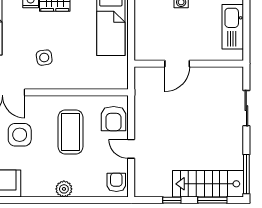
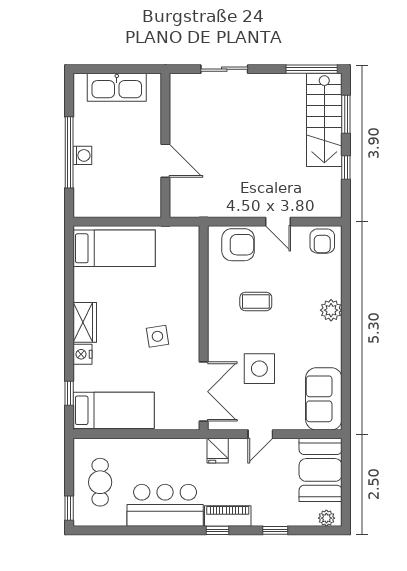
coffee table: (71, 132) -> (256, 302), width x0.54, depth x0.58
door: (131, 149) -> (278, 222), hinge flipped
armchair: (116, 182) -> (322, 241), turned -90

